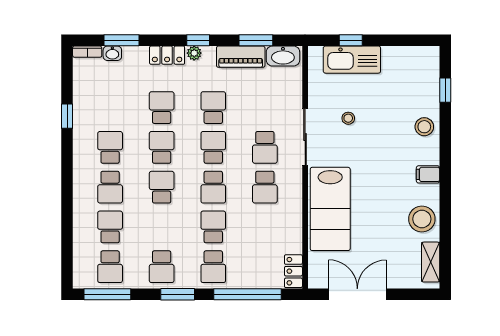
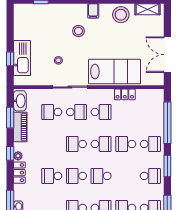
school desk: (213, 108) -> (52, 112), moved
stool: (424, 127) -> (78, 31), moved
locker: (293, 271) -> (125, 94), moved

